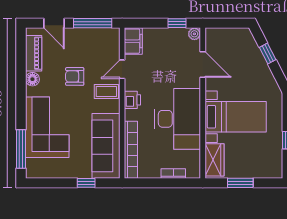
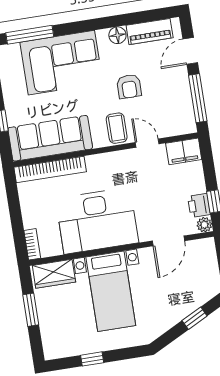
armchair: (75, 76) -> (129, 86), turned 180
printer: (132, 100) -> (199, 205), moved, turned 90
bookcase: (173, 173) -> (32, 244), moved

